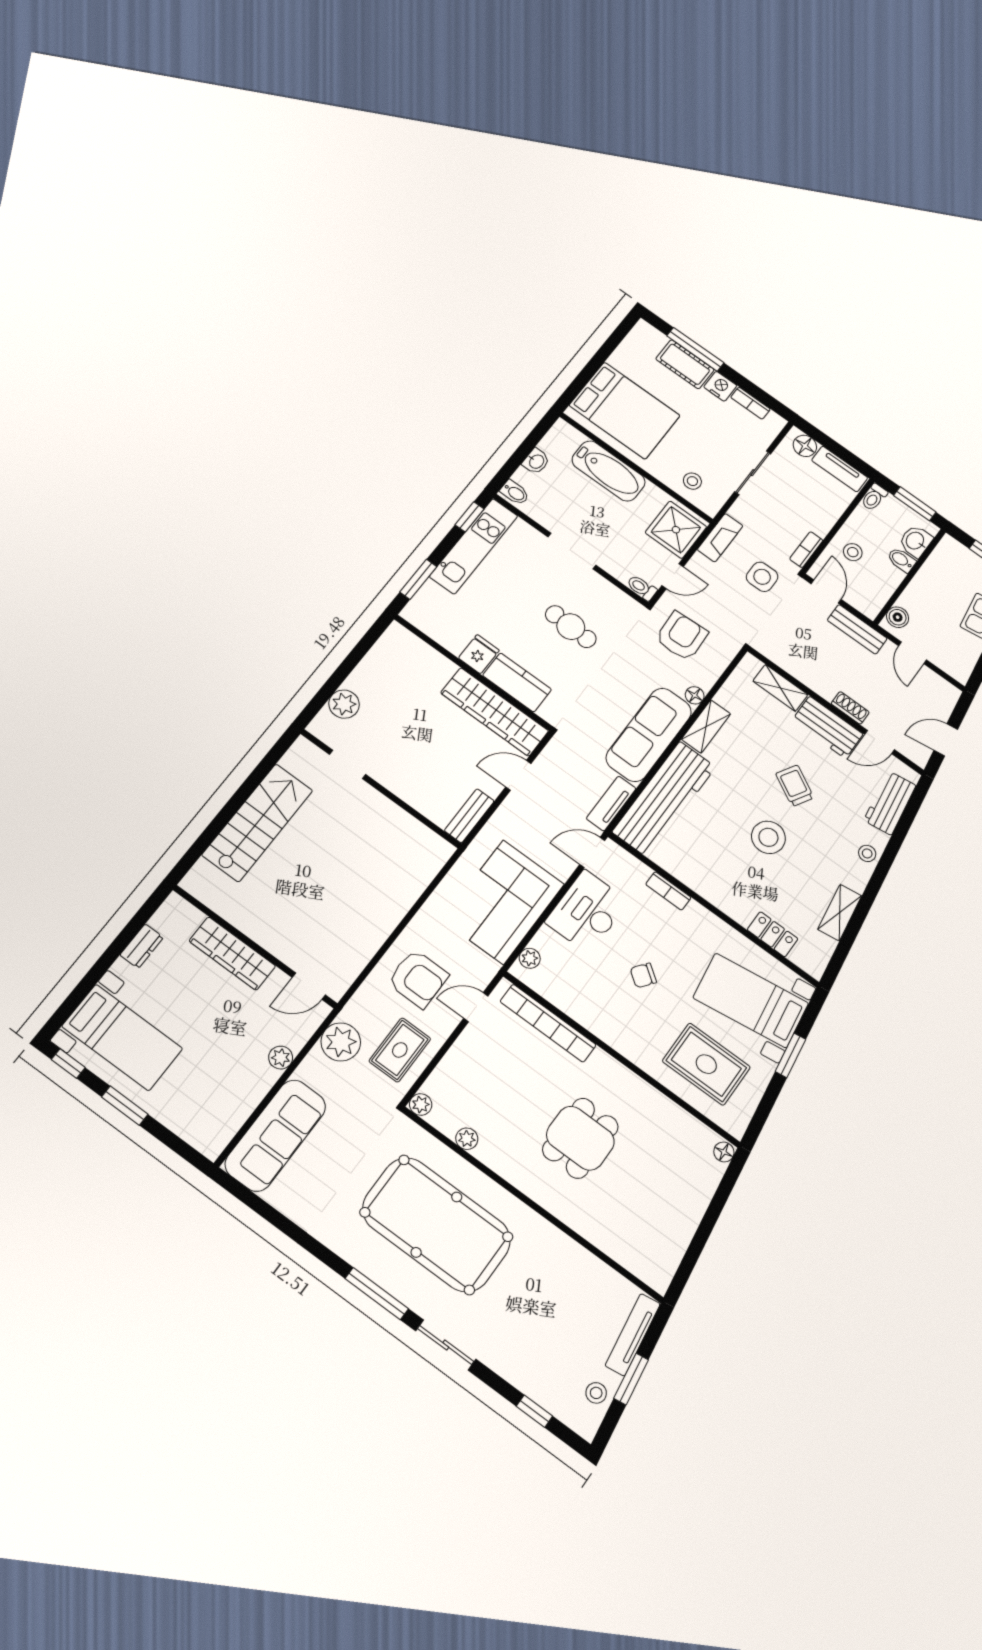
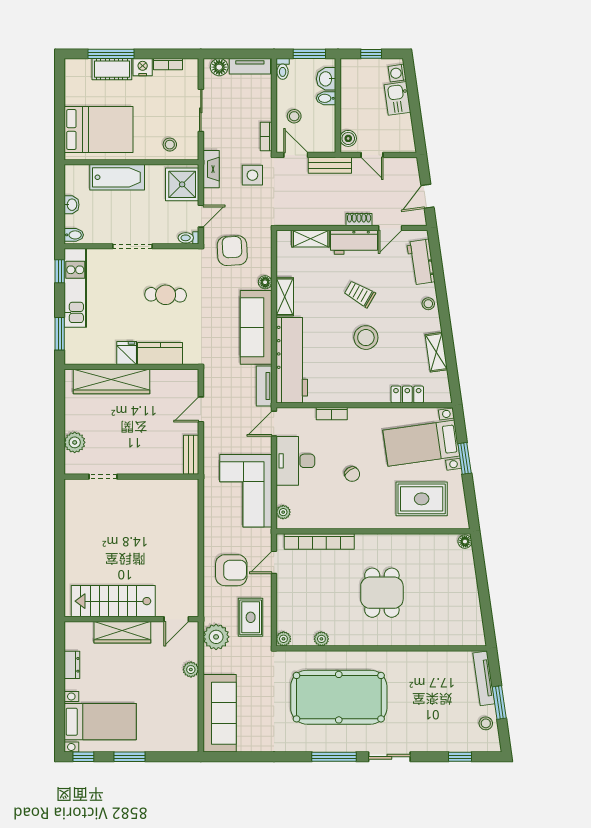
wardrobe: (495, 712) -> (112, 381), moved
stairs: (257, 823) -> (113, 601), moved, turned -90
chair: (643, 975) -> (352, 474), turned -73

